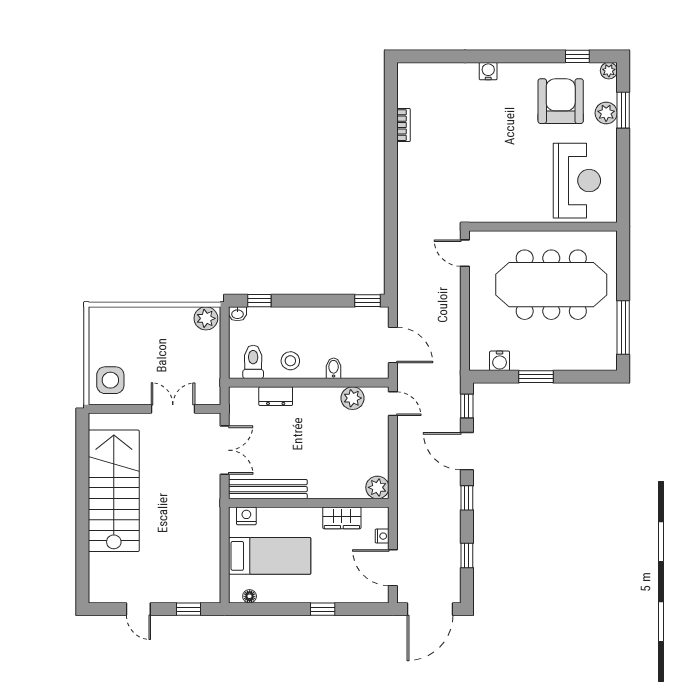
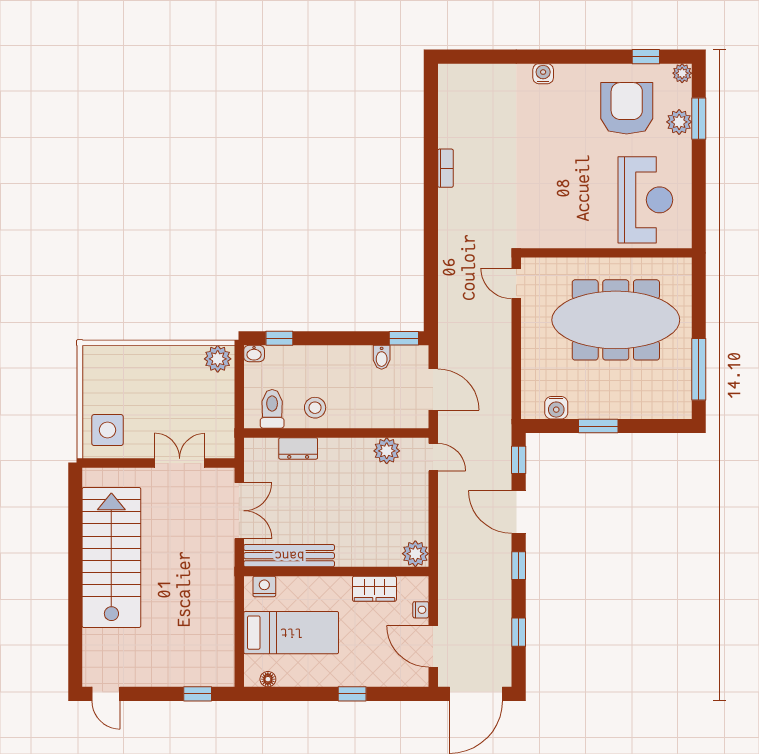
bookcase: (403, 125) -> (445, 168), moved
bidet: (334, 368) -> (382, 357), moved, turned 180
door: (138, 609) -> (106, 694), moved

